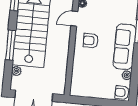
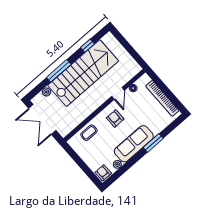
door: (74, 19) -> (118, 93), swing flipped
coffee table: (81, 71) -> (89, 133), added

